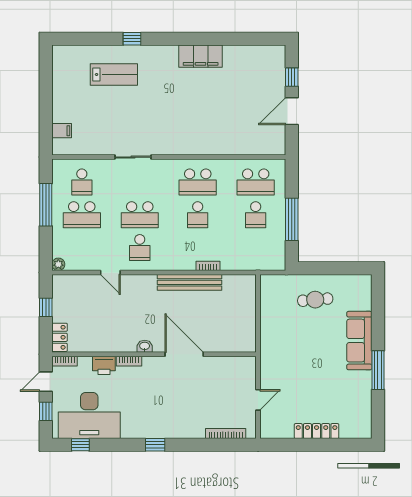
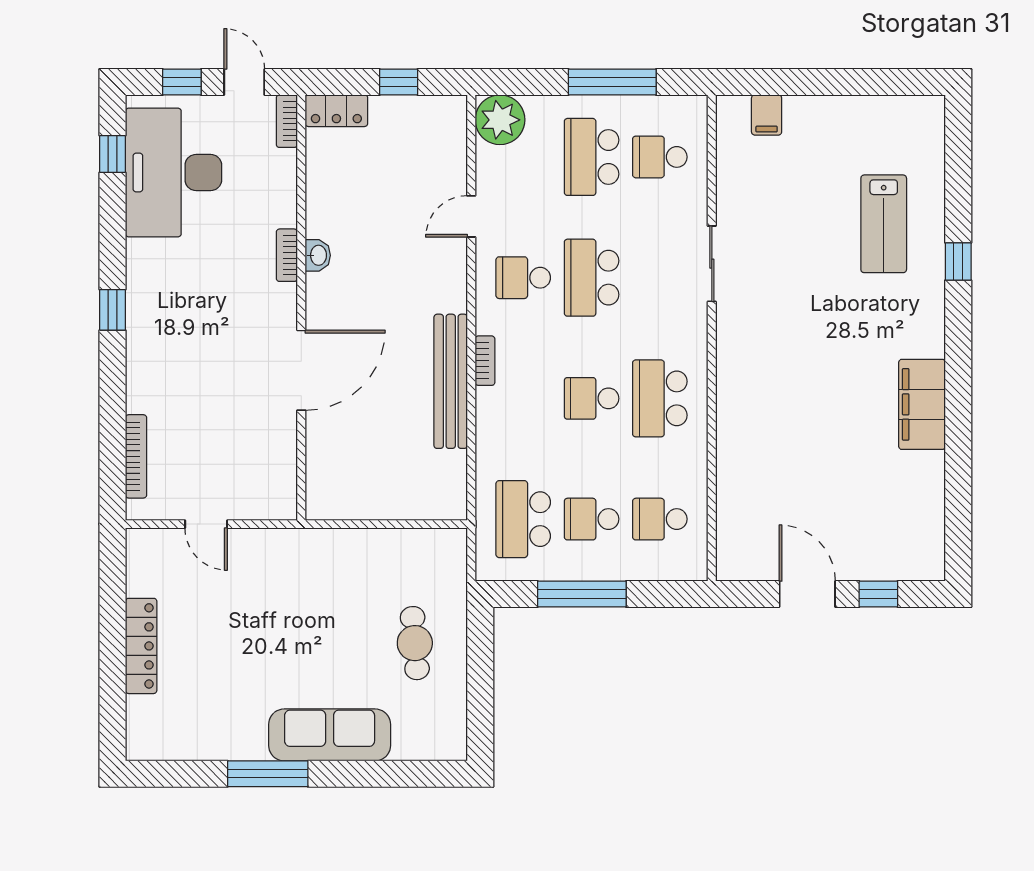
school desk: (256, 182) -> (660, 519), width x0.54
school desk: (256, 248) -> (523, 519), added
plant: (58, 264) -> (500, 120), width x1.88, depth x1.88
bookcase: (208, 266) -> (485, 361), moved
washbasin: (145, 346) -> (318, 255), moved
printer: (104, 365) -> (278, 203), removed

